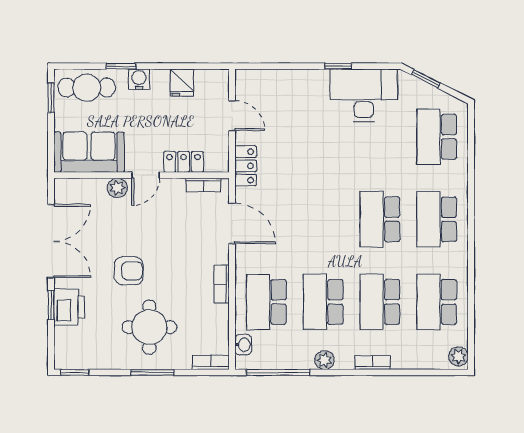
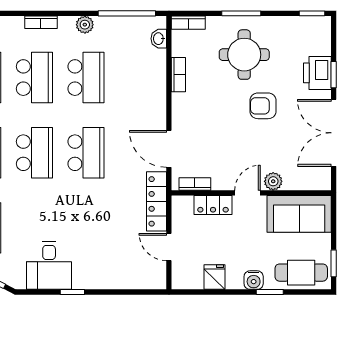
desk: (364, 95) -> (49, 265), width x0.73
locker: (246, 166) -> (157, 201), width x1.53
bookcase: (222, 284) -> (178, 75), moved
school desk: (266, 302) -> (86, 153), moved

